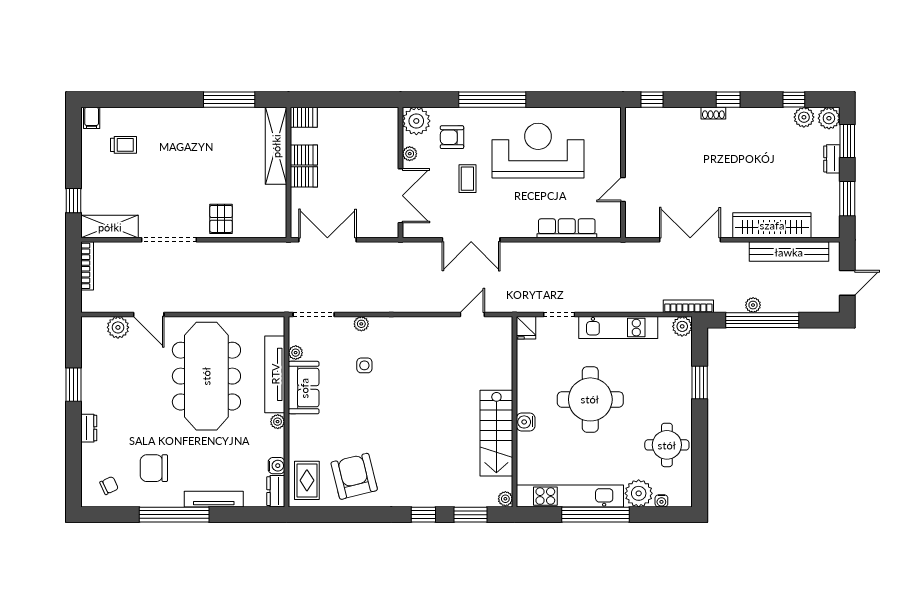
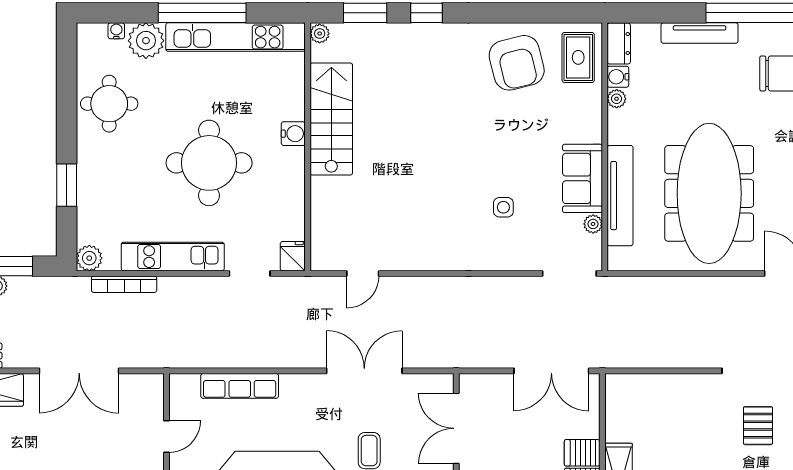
pallet: (221, 219) -> (758, 426), moved
bookcase: (688, 306) -> (124, 284), moved
plant: (361, 324) -> (507, 261), removed
plant: (278, 422) -> (617, 99), moved

